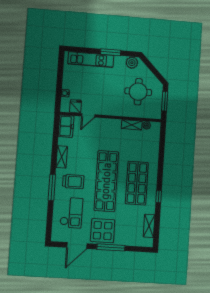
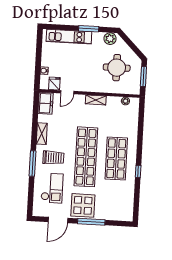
shelving: (132, 125) -> (96, 100), moved
shelving: (149, 226) -> (129, 201), removed

